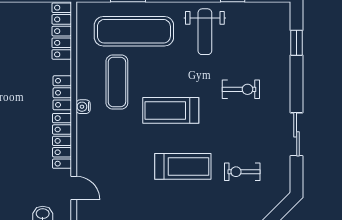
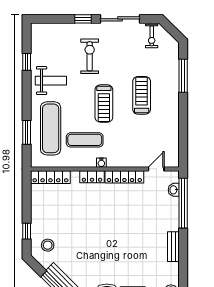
window: (297, 43) -> (83, 19), moved
exercise bike: (241, 89) -> (90, 56), width x1.38, depth x1.39
sliding door: (297, 134) -> (120, 19), width x1.37
exercise bike: (242, 172) -> (152, 36), moved

